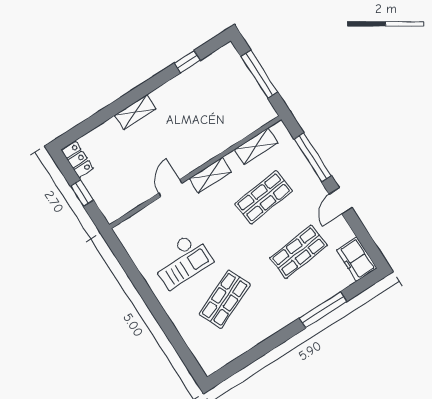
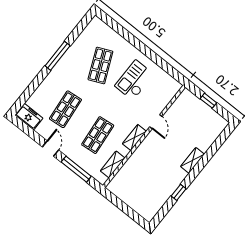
window: (187, 62) -> (179, 192), moved
window: (259, 74) -> (125, 209), removed
locker: (77, 160) -> (218, 120), removed
window: (323, 310) -> (58, 56), moved

